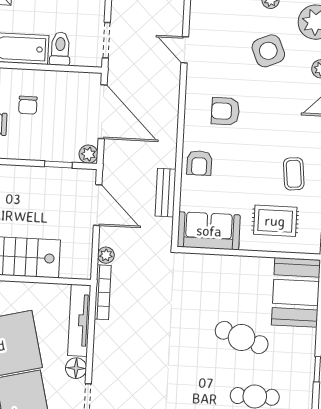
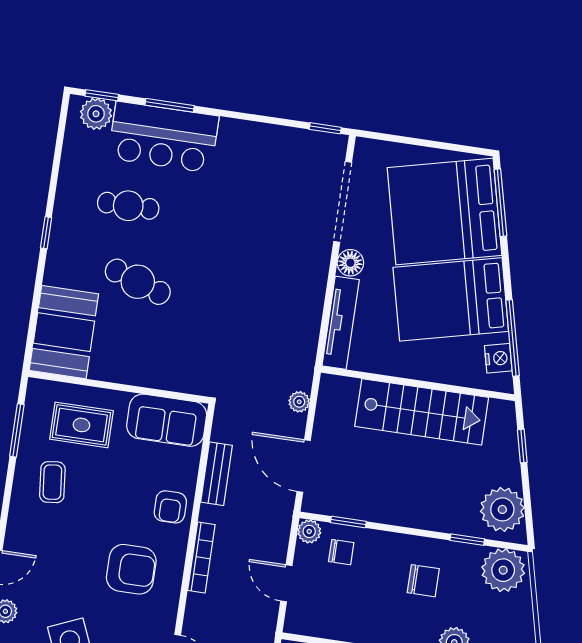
chair: (28, 105) -> (341, 552), moved, turned 90
armchair: (225, 111) -> (131, 569), width x1.38, depth x1.38
door: (103, 112) -> (286, 583), width x0.53
armchair: (199, 163) -> (170, 507), turned 180
bookcase: (103, 292) -> (201, 558), moved, turned 180

